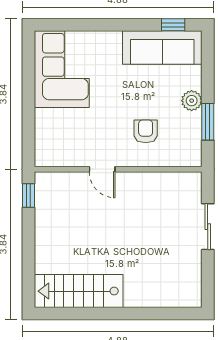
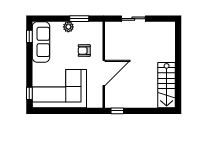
window: (62, 25) -> (29, 93), added
corner sofa: (62, 69) -> (59, 89), width x1.36, depth x1.36
door: (102, 169) -> (104, 73), width x1.87

